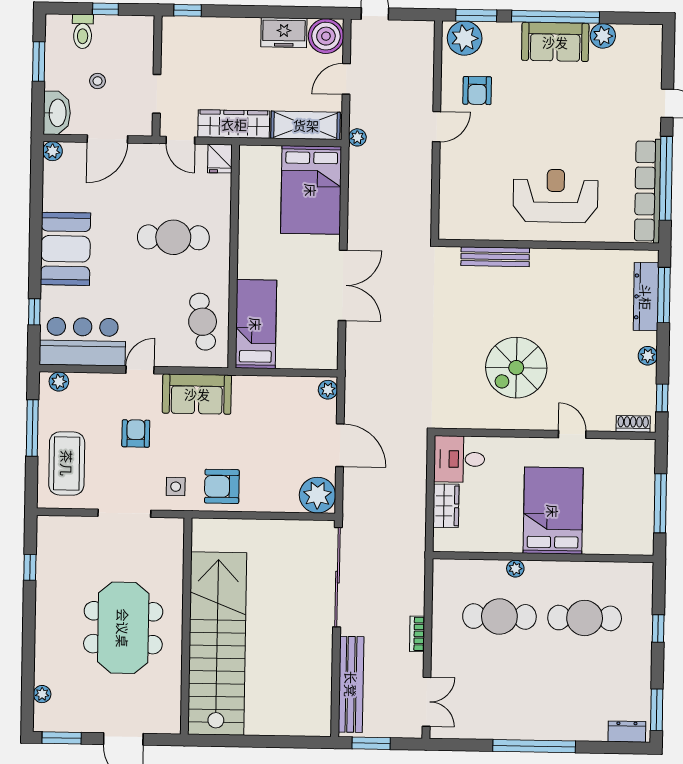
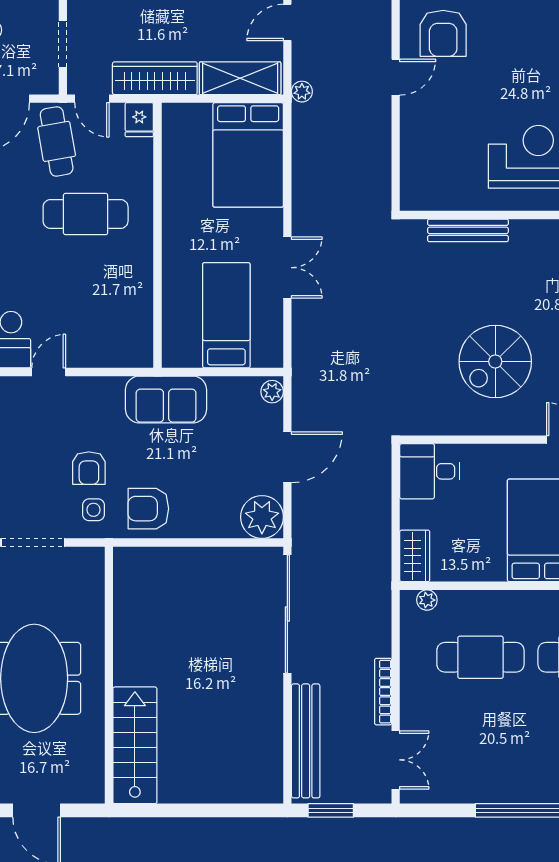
armchair: (477, 91) -> (443, 33), width x1.38, depth x1.38
double door: (343, 285) -> (287, 268), width x0.73
cafe table: (203, 322) -> (57, 141), moved
bed: (256, 324) -> (226, 315), moved
sofa: (197, 394) -> (166, 400), moved
armchair: (136, 433) -> (89, 468), moved, turned 180
door: (340, 445) -> (287, 457), hinge flipped
wardrobe: (446, 506) -> (415, 556), moved
plant: (515, 569) -> (427, 600), moved
bookcase: (417, 634) -> (383, 692), width x1.56
stairs: (217, 644) -> (135, 745), width x0.54, depth x0.66

